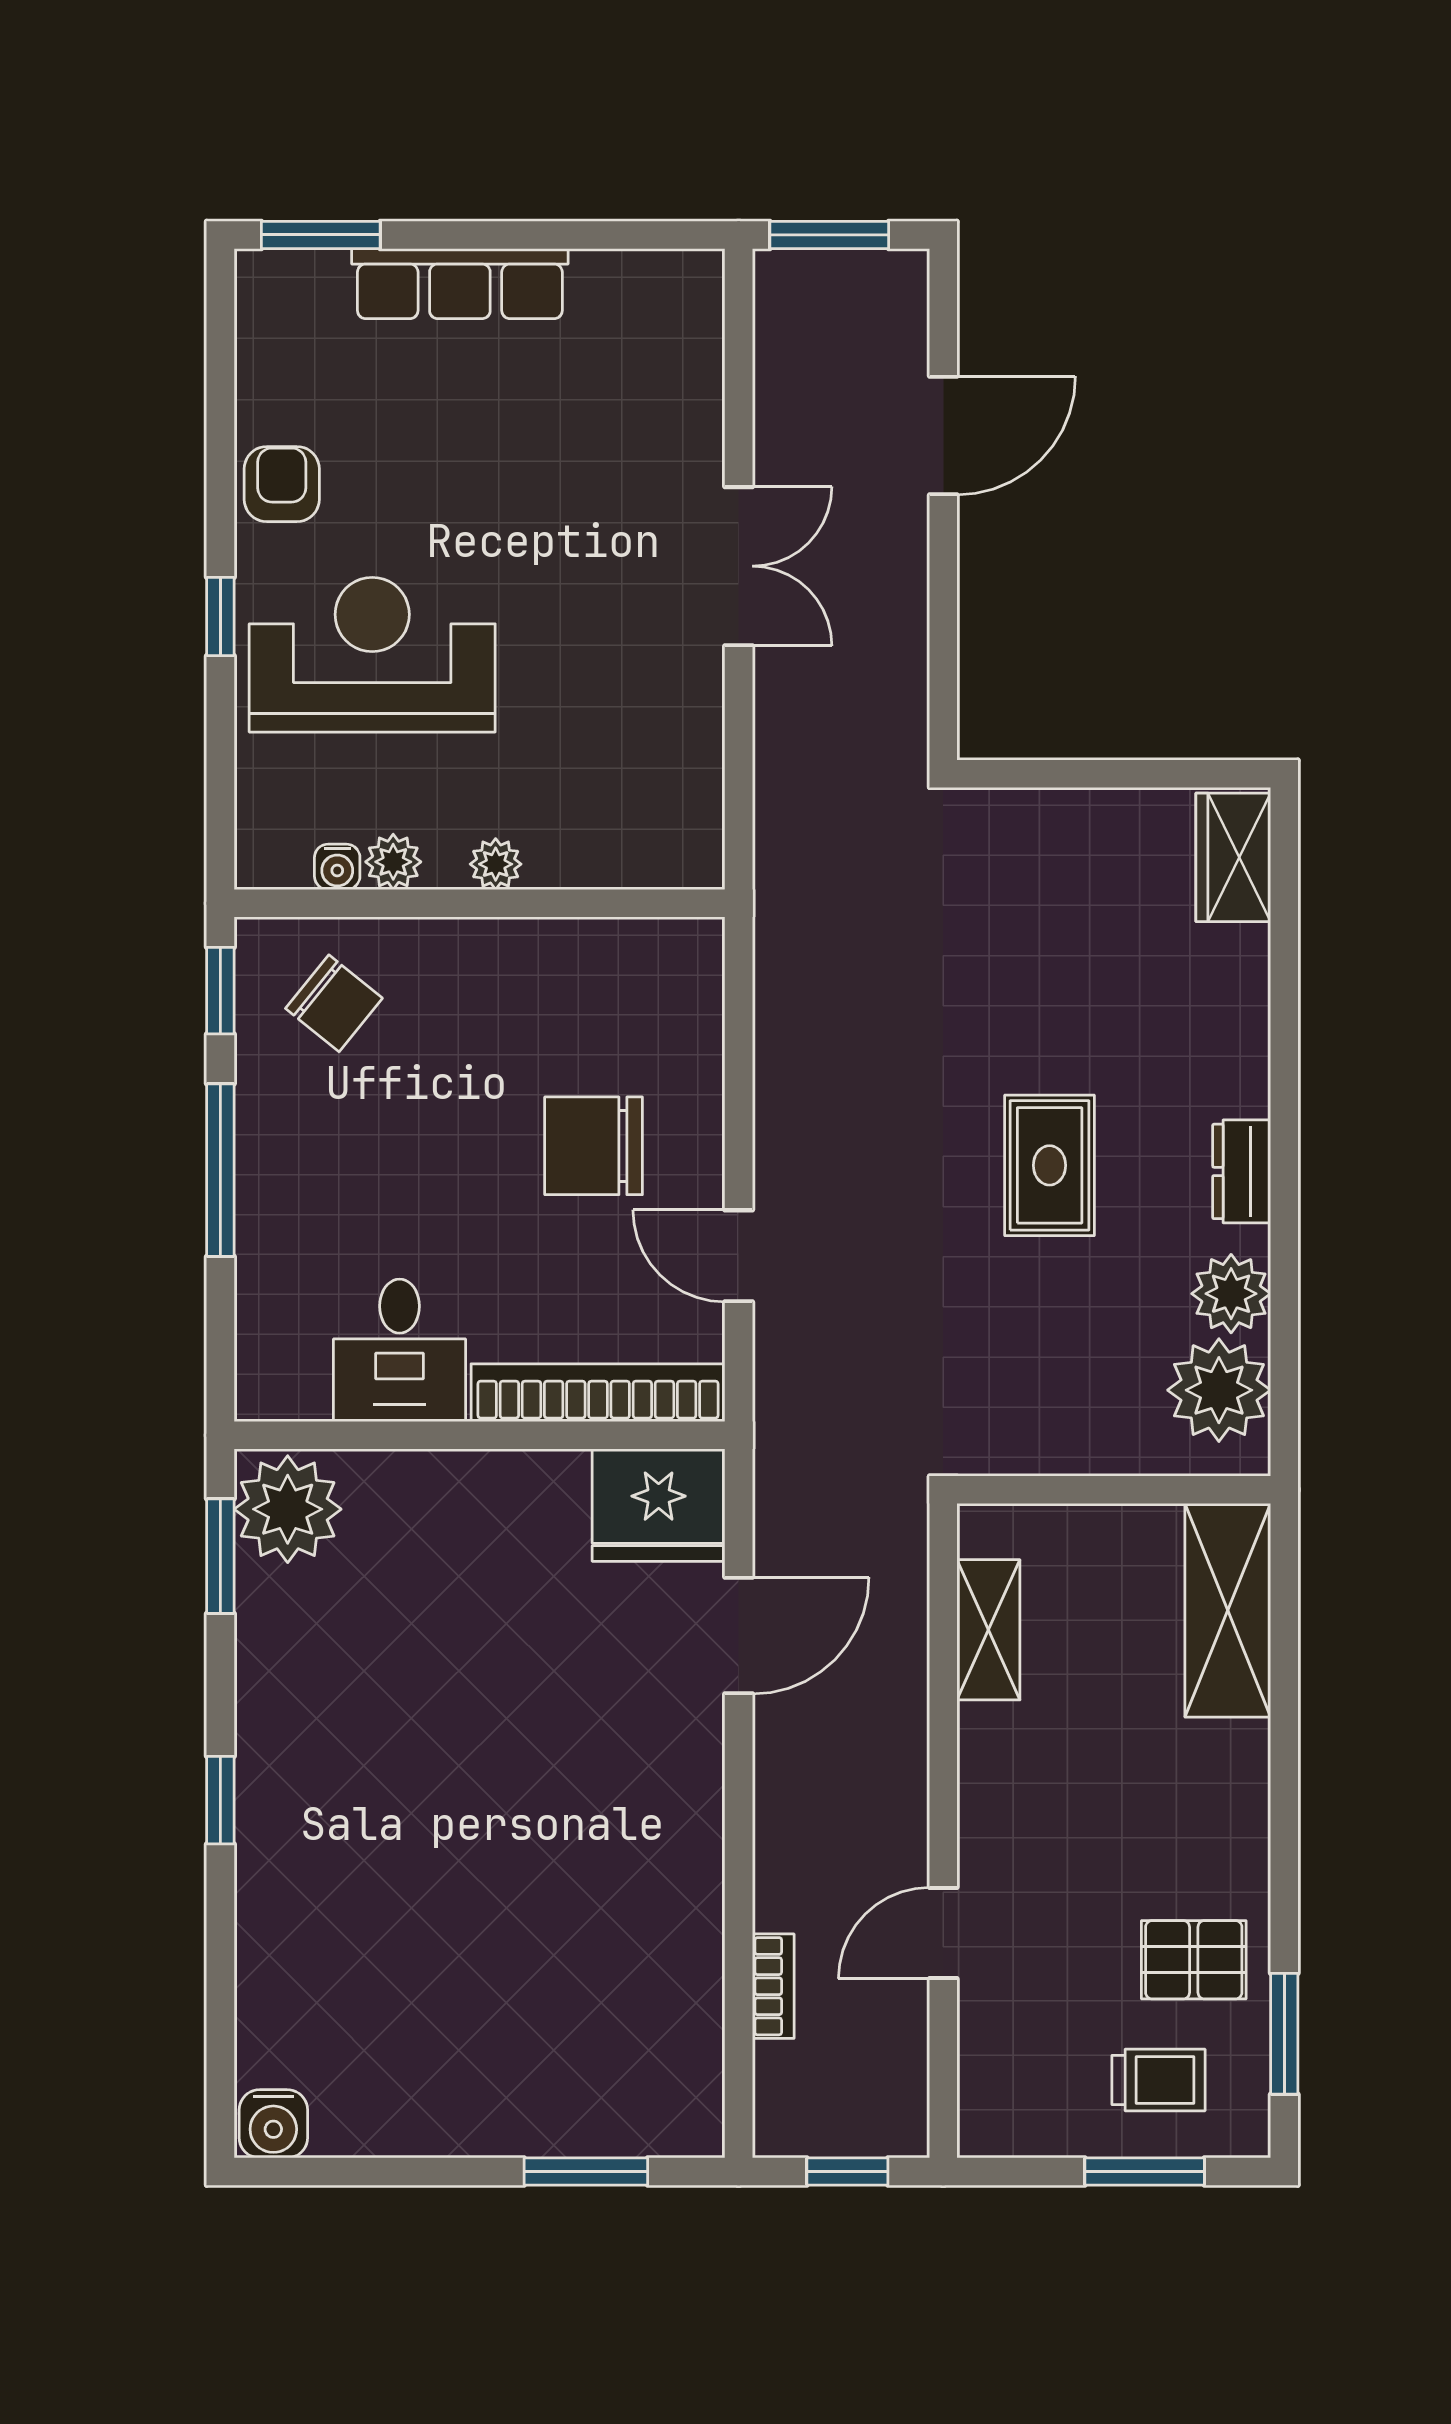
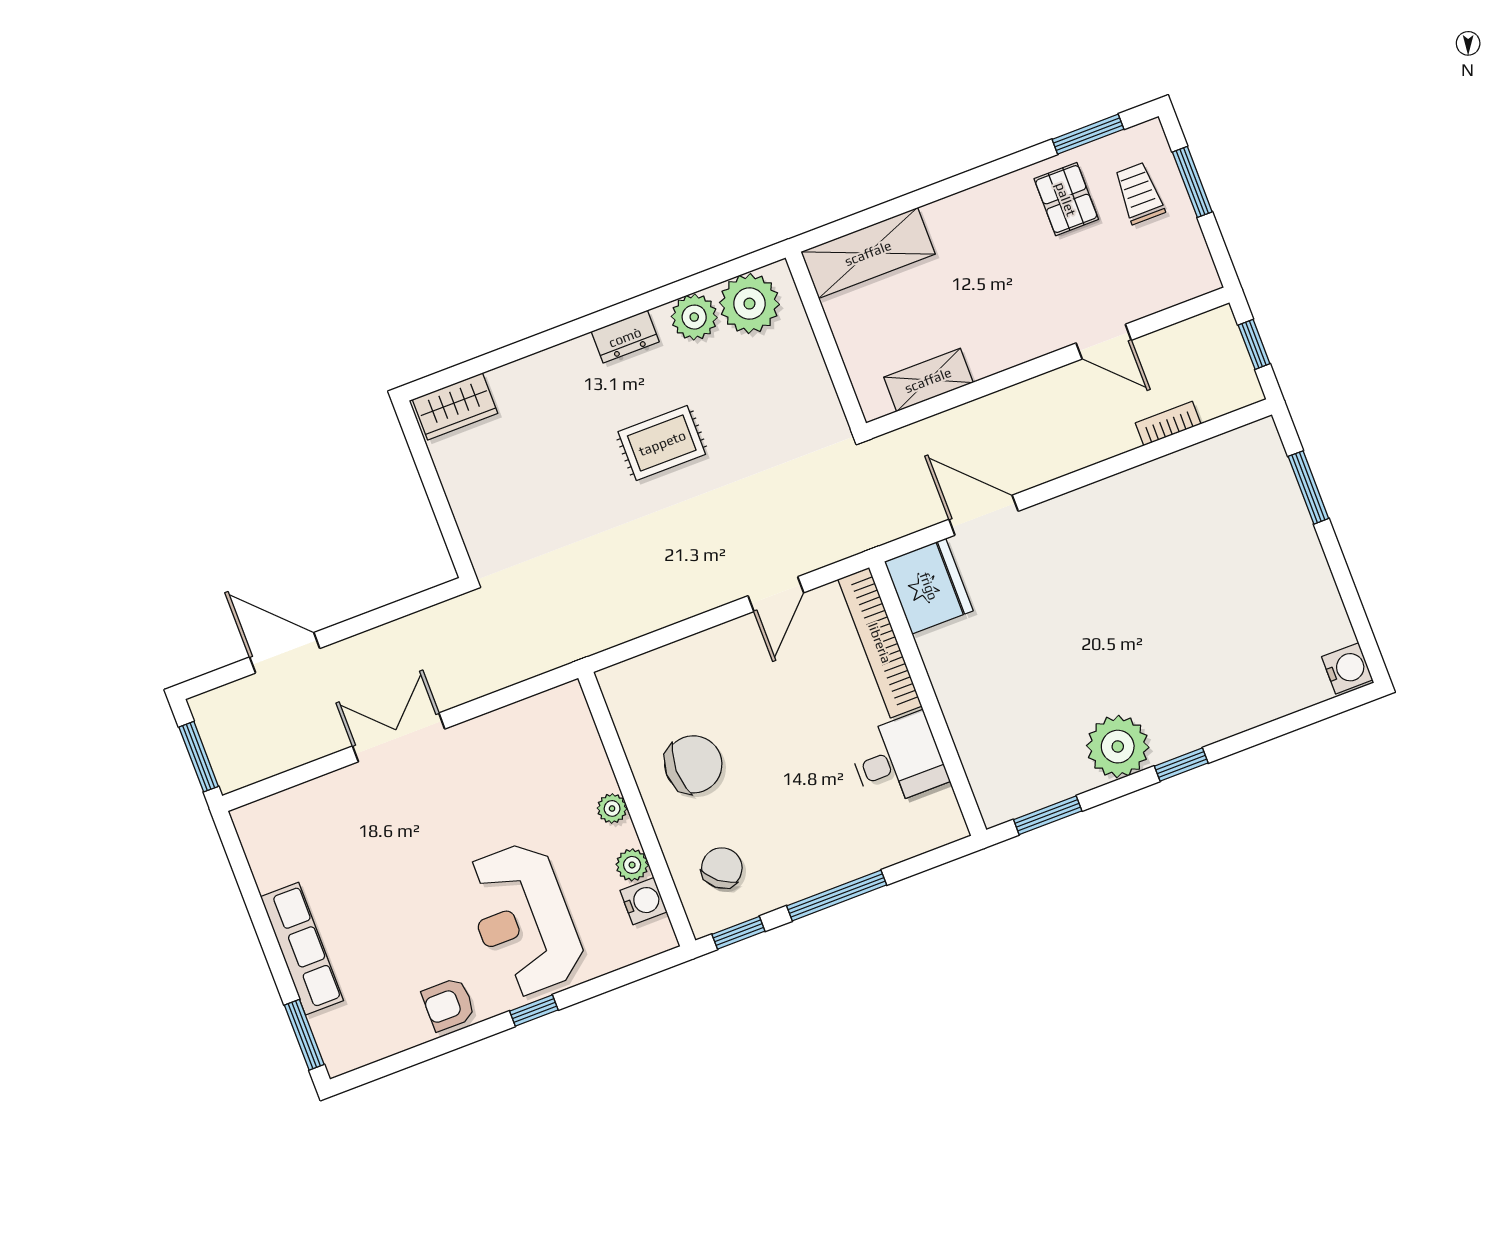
water cooler: (337, 867) -> (644, 901), width x1.38, depth x1.38
chair: (594, 1146) -> (693, 764), moved, turned -90
plant: (288, 1509) -> (1118, 747), moved

